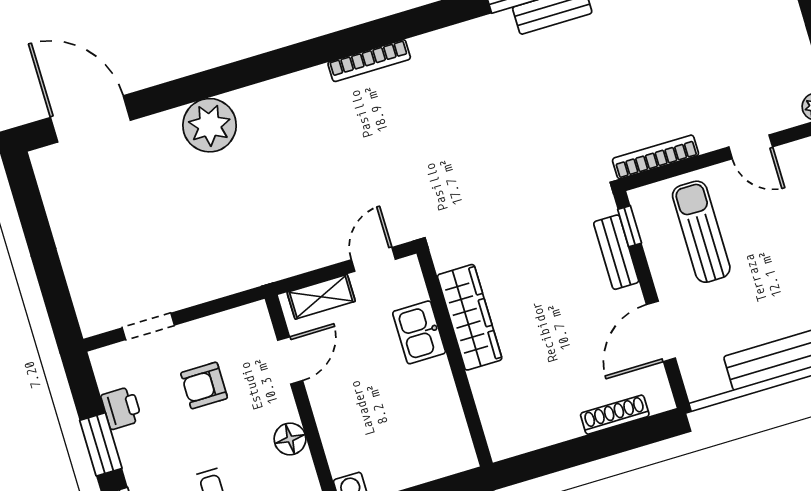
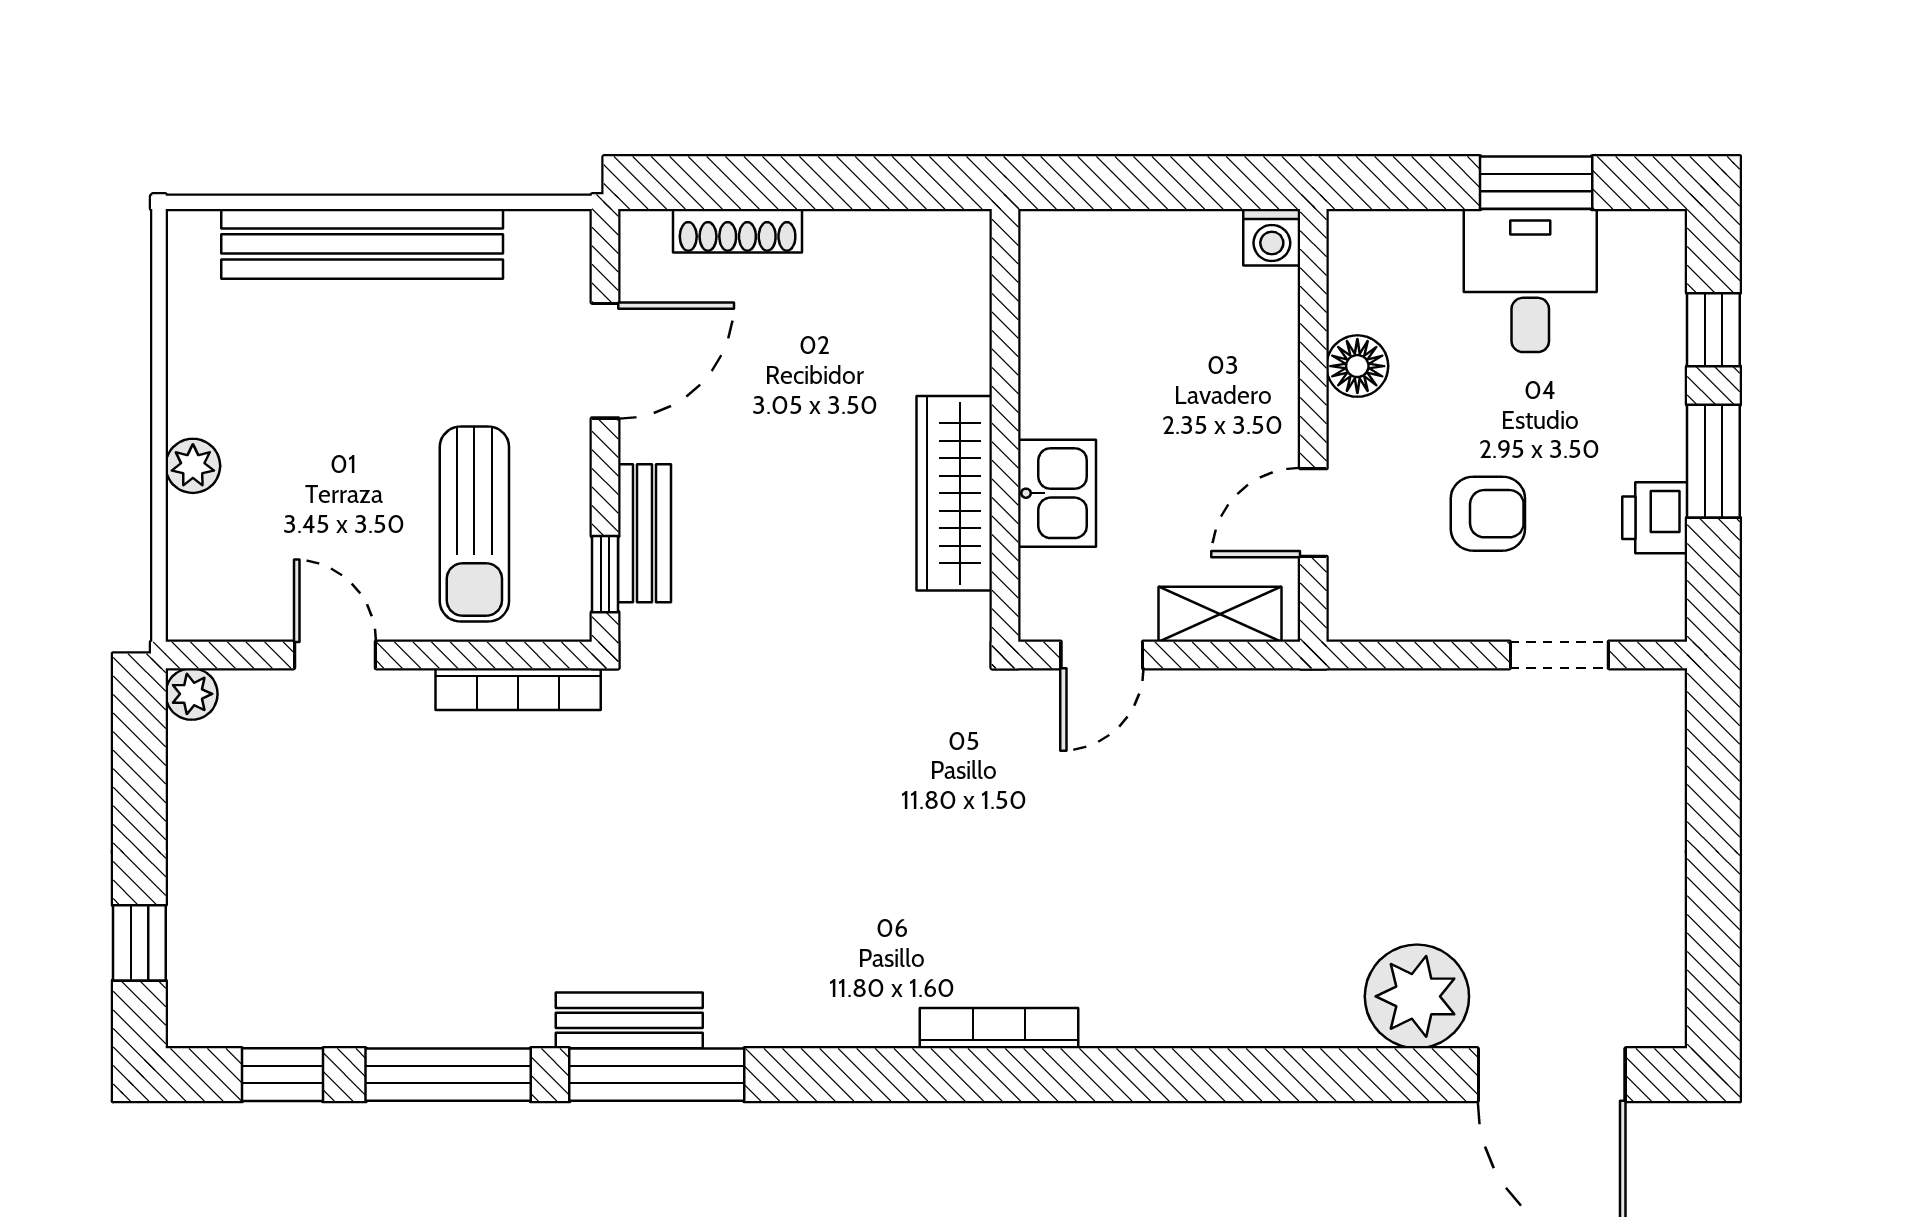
plant: (210, 125) -> (1417, 996), moved

